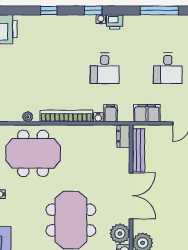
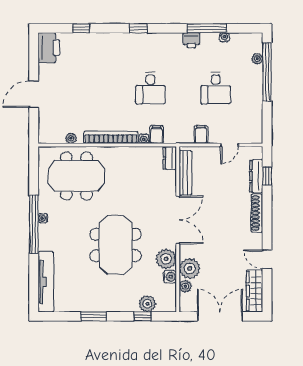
window: (49, 10) -> (81, 28), moved
water cooler: (101, 19) -> (224, 37), moved
printer: (115, 22) -> (191, 40), moved
filing cabinet: (147, 113) -> (201, 135), width x0.50

